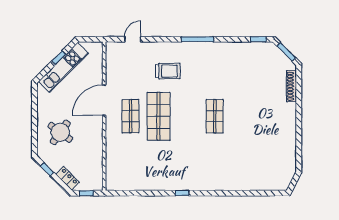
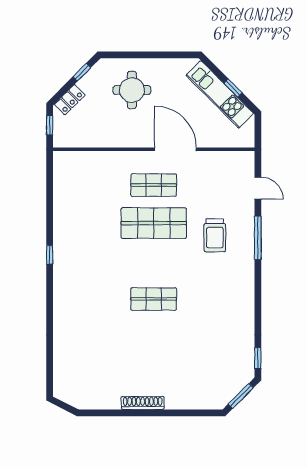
window: (198, 39) -> (258, 238), moved
shoe rack: (291, 86) -> (143, 403), moved
round table: (60, 132) -> (132, 90), turned -36

